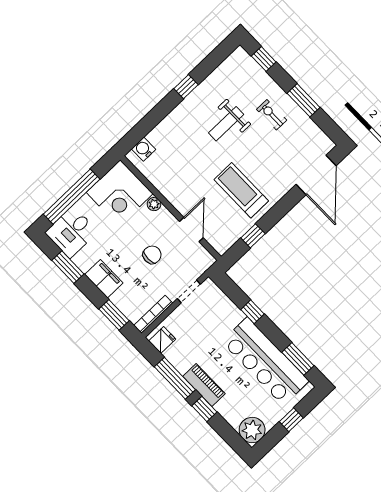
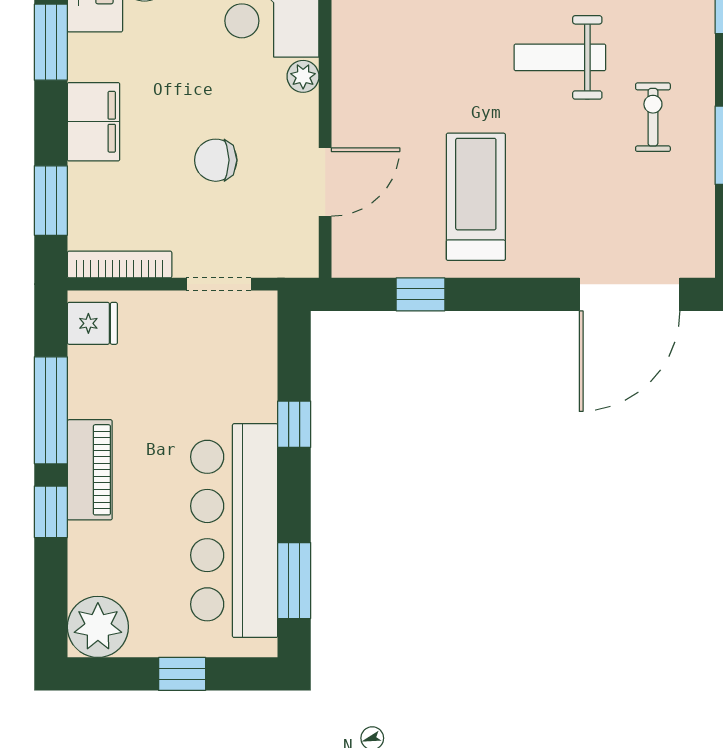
chair: (152, 255) -> (216, 160), turned 180

